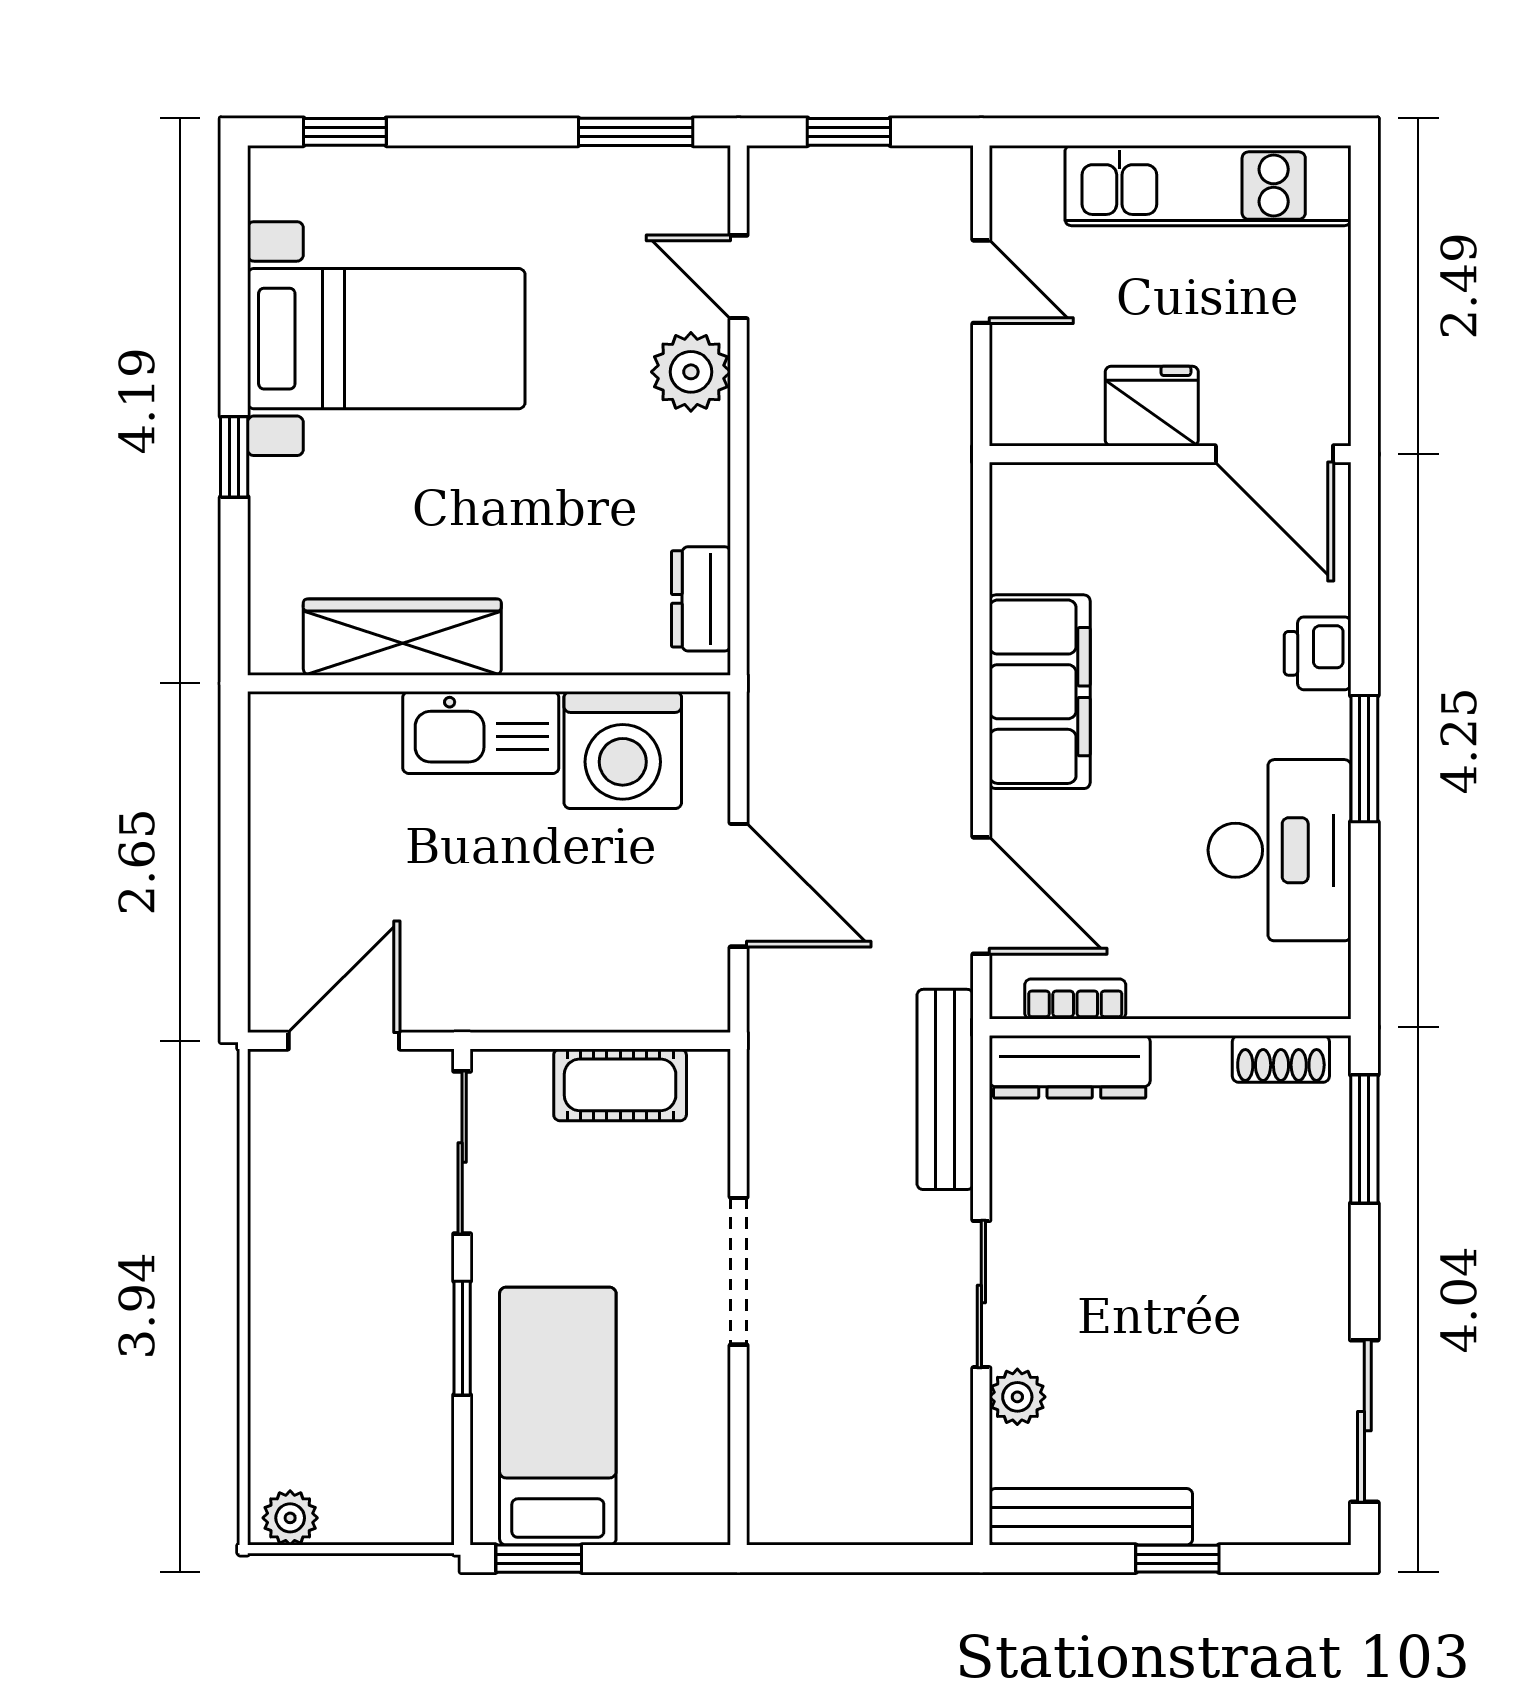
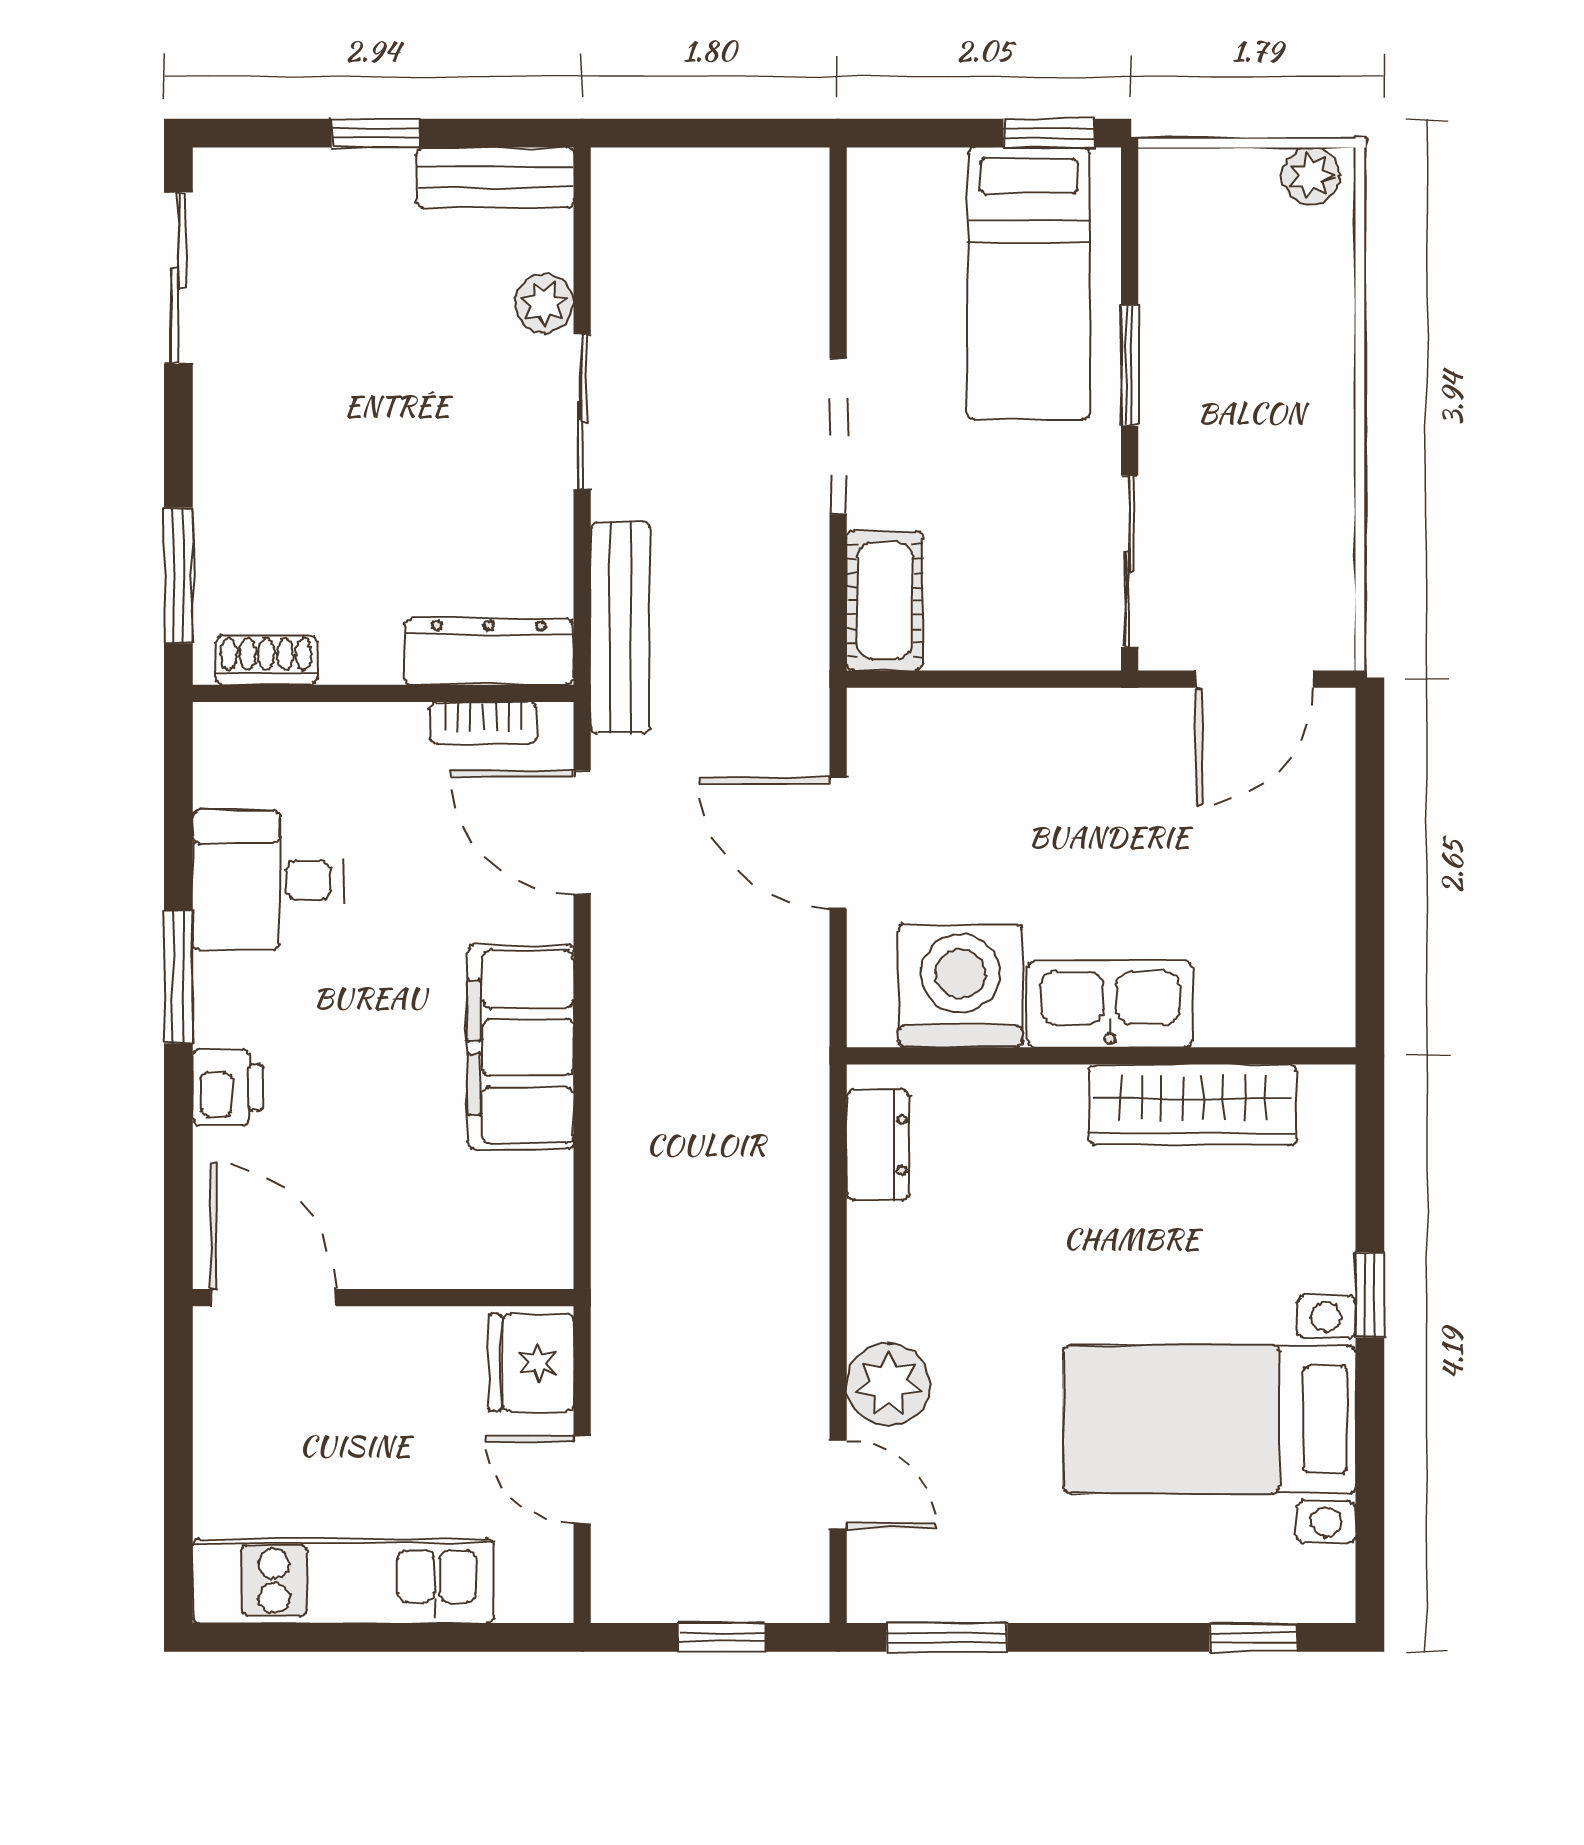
fridge: (1152, 406) -> (531, 1363), moved, turned 90
desk: (1280, 850) -> (268, 880), width x0.73
cot: (620, 1085) -> (885, 601), moved, turned 90
bench: (1091, 1517) -> (495, 177), width x0.73

